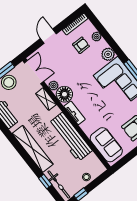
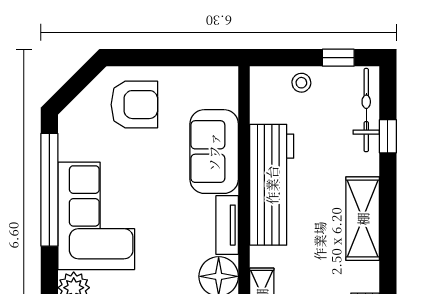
sofa: (106, 145) -> (214, 152), moved
shelving: (33, 149) -> (363, 219), width x0.68

